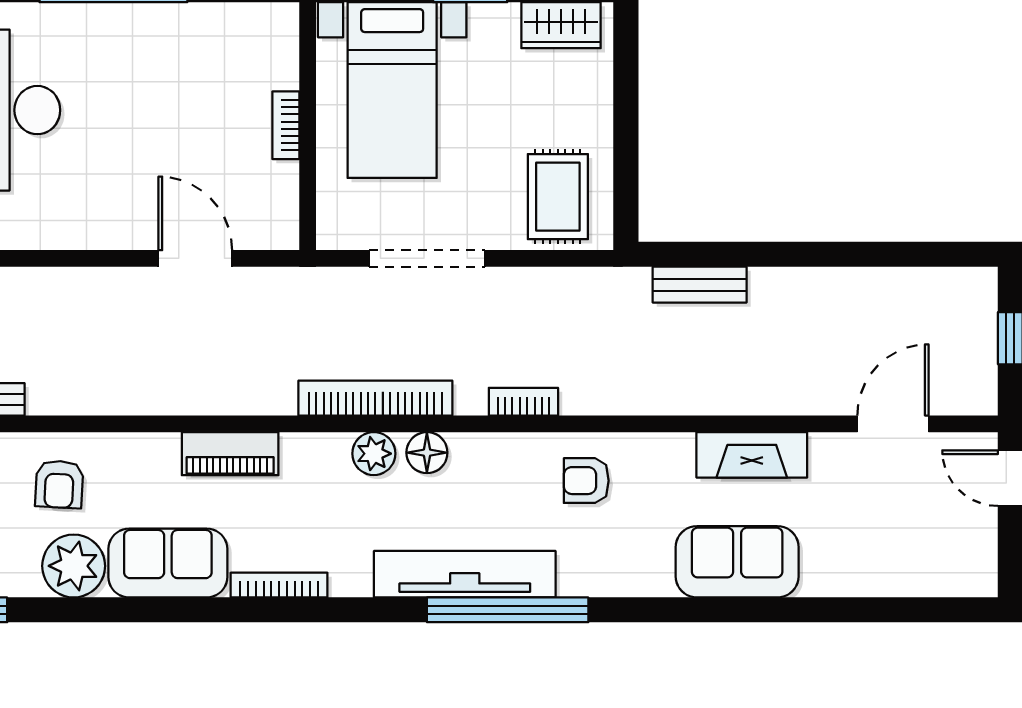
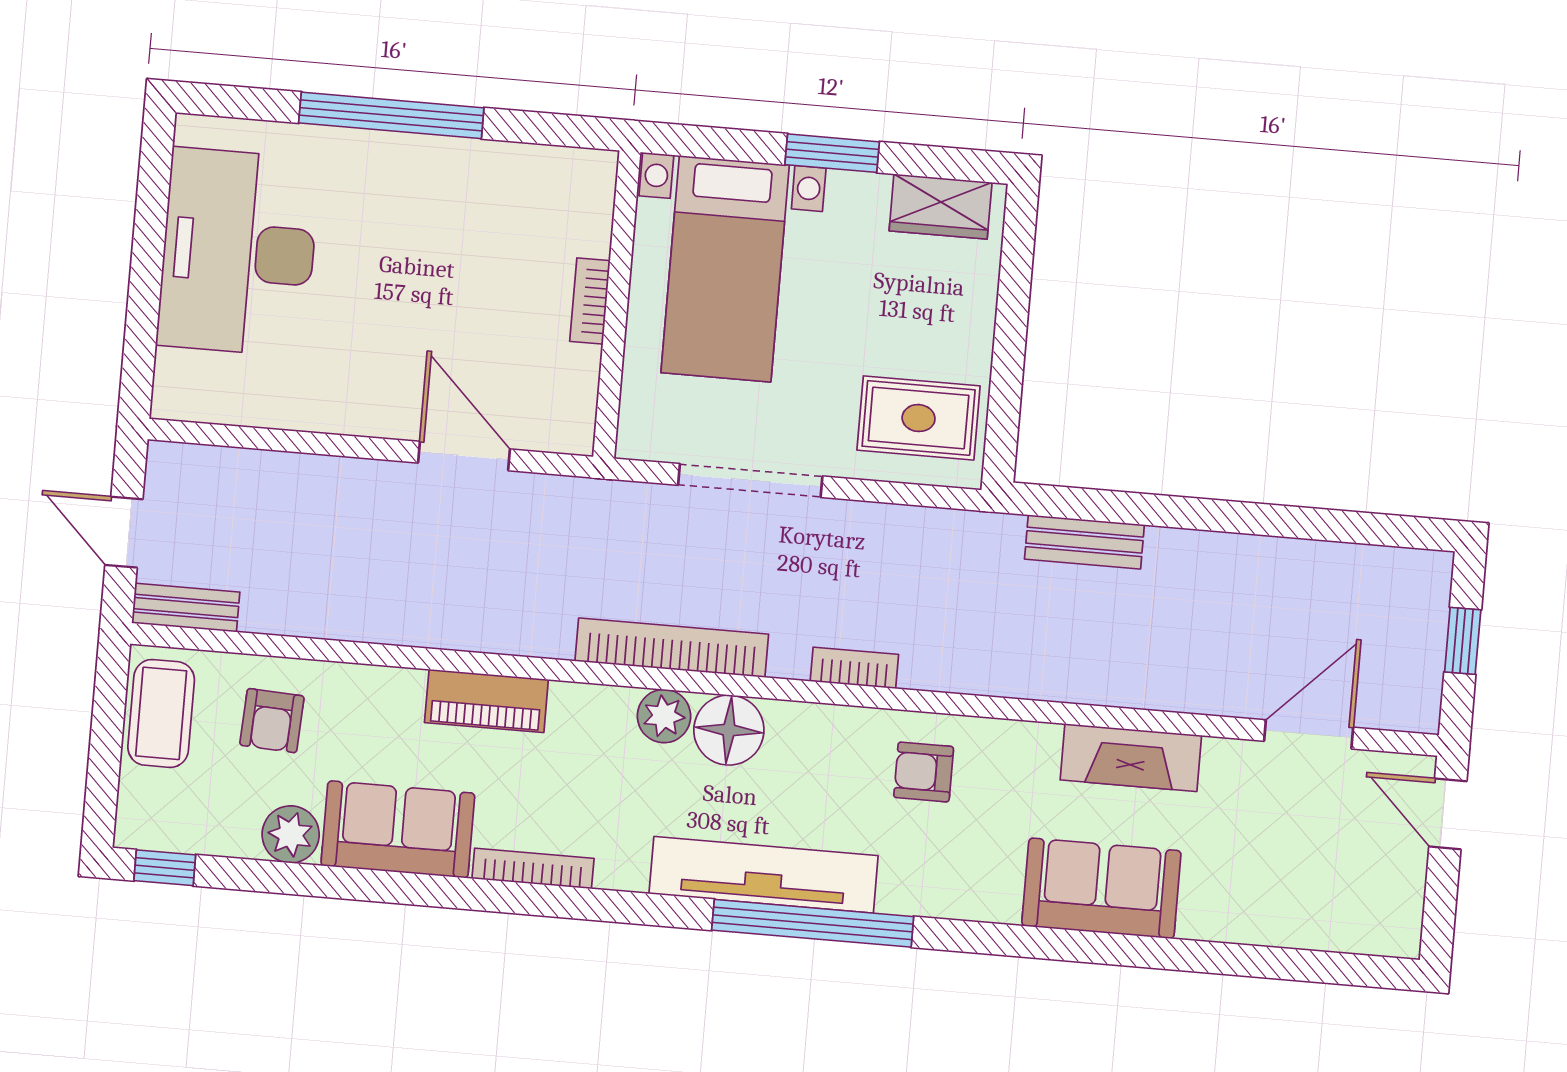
rug: (558, 197) -> (919, 418), turned 90
floor lamp: (427, 453) -> (729, 730), width x1.38, depth x1.38
plant: (74, 566) -> (291, 834), width x0.73, depth x0.73

